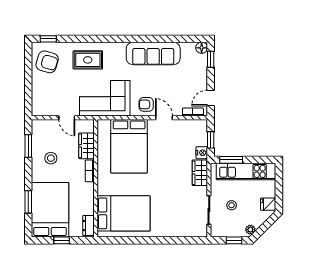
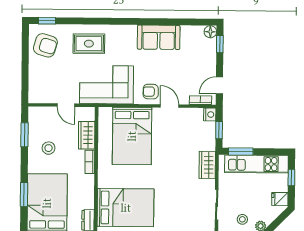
sofa: (153, 53) -> (159, 37), width x0.73
nightstand: (202, 153) -> (210, 115), moved
window: (279, 184) -> (291, 178), added
stool: (232, 205) -> (242, 219), moved

